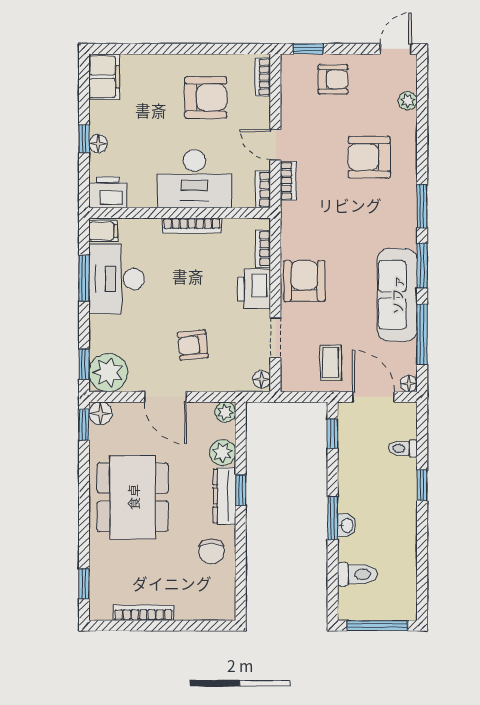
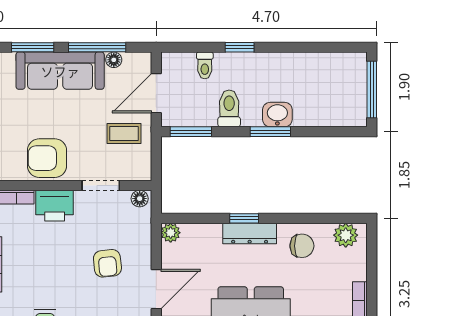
floor lamp: (409, 384) -> (114, 60), moved
window: (333, 434) -> (191, 132), width x1.50
plant: (223, 453) -> (346, 235), moved
washbasin: (347, 525) -> (277, 115), width x1.38, depth x1.45
toilet: (357, 574) -> (229, 108), moved

